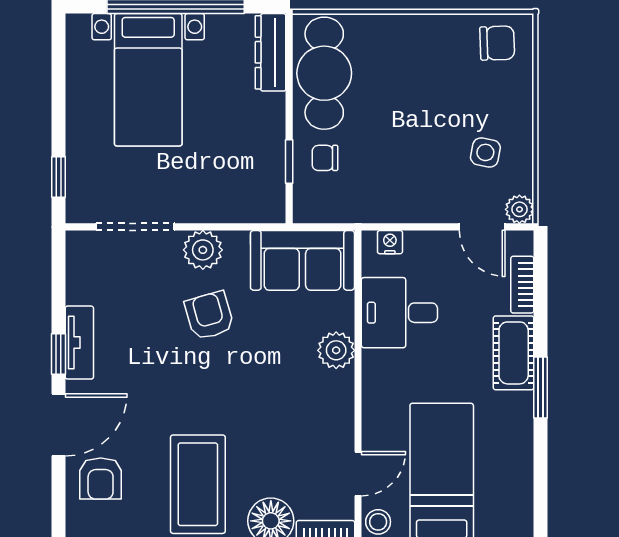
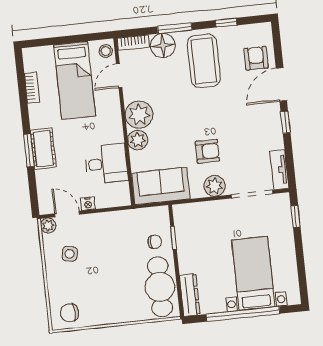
nightstand: (390, 242) -> (88, 204), moved
bookcase: (522, 285) -> (32, 88), moved
armchair: (209, 316) -> (207, 151), turned -74
tv unit: (79, 343) -> (279, 170), moved
window: (541, 388) -> (29, 150), moved
plant: (329, 397) -> (139, 115), added

